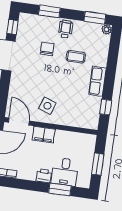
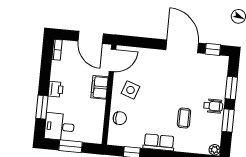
window: (95, 18) -> (228, 120), moved
chair: (47, 49) -> (120, 118), moved
desk: (65, 172) -> (59, 127), moved

